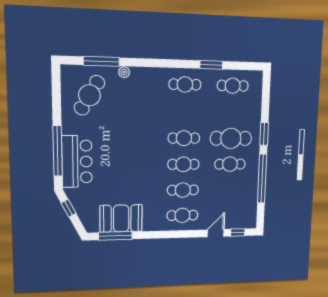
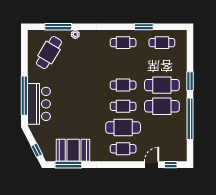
cafe table: (230, 164) -> (162, 106), width x1.37, depth x1.35
cafe table: (183, 190) -> (123, 128), width x1.37, depth x1.35
window: (69, 208) -> (37, 150), moved

